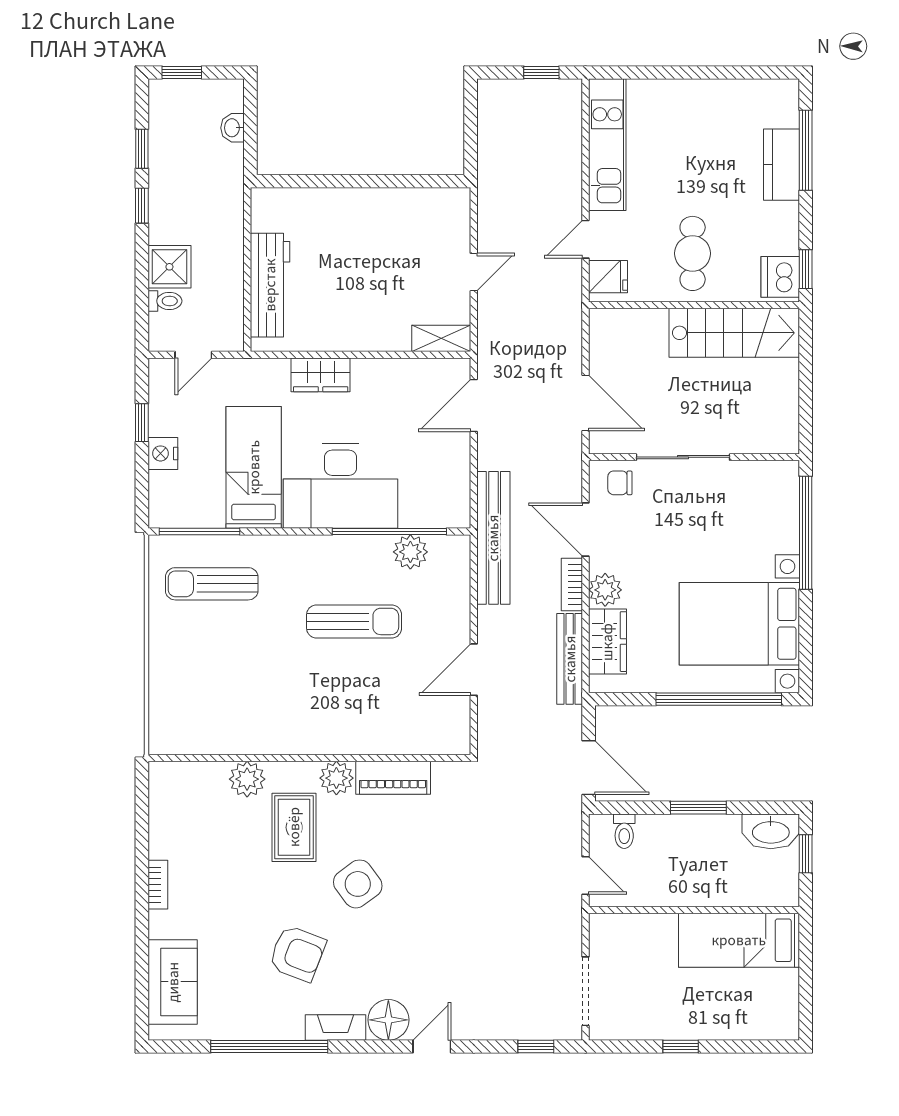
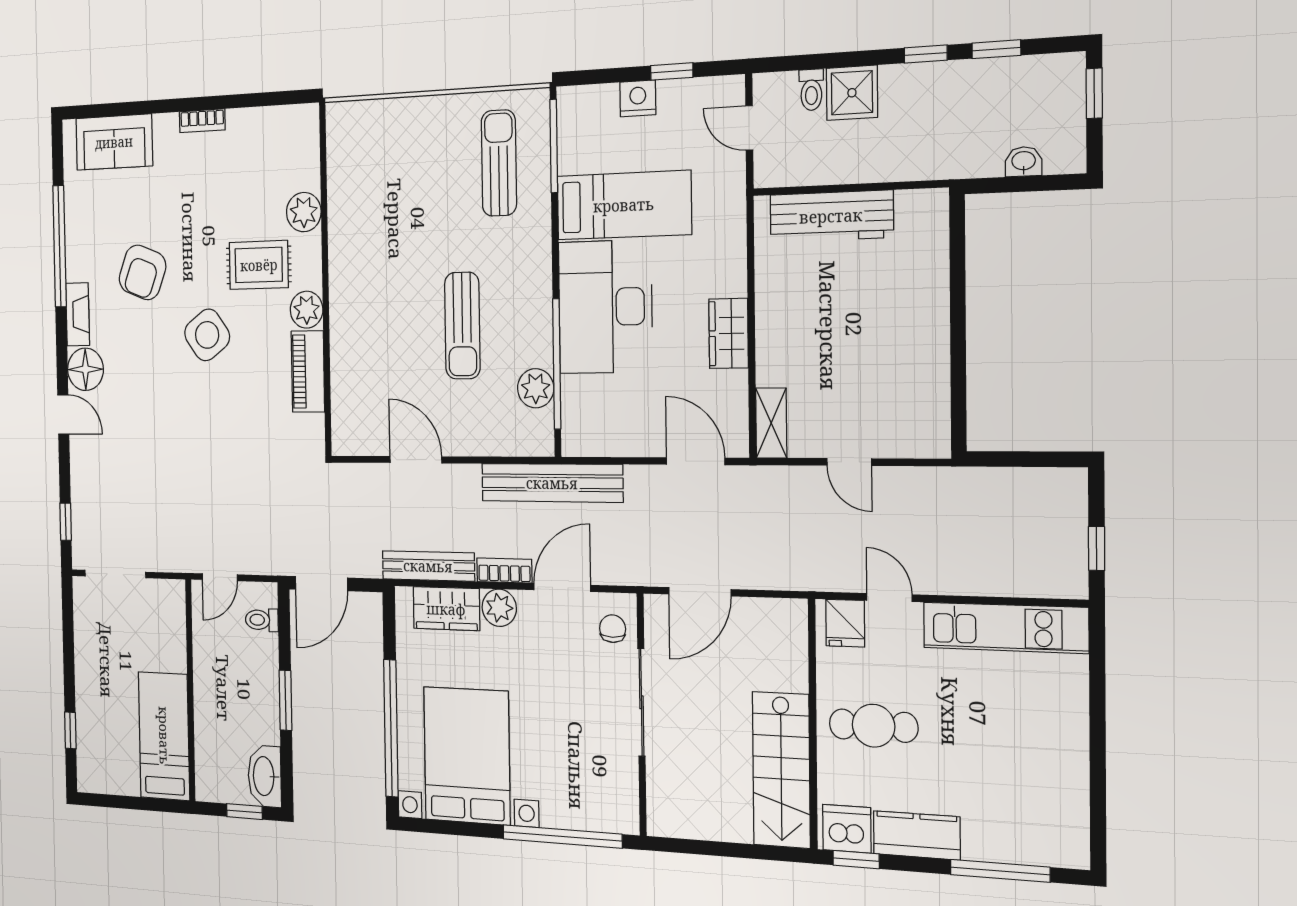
kitchen counter: (782, 165) -> (917, 835), moved
wardrobe: (321, 375) -> (728, 333), moved
window: (681, 1046) -> (70, 730), moved

